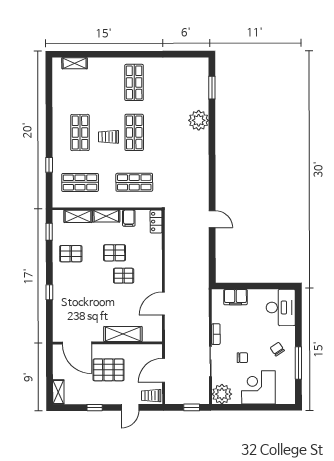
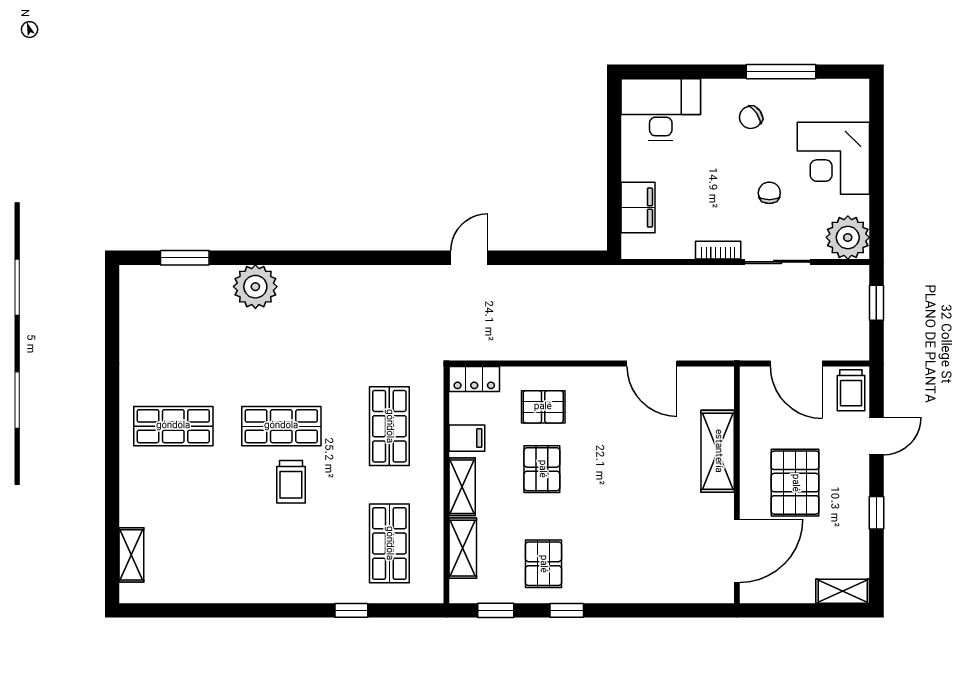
shop shelf: (80, 133) -> (281, 543), removed
pallet: (124, 276) -> (543, 407), moved, turned 90
window: (49, 292) -> (567, 610), moved
door: (130, 407) -> (876, 436), hinge flipped

